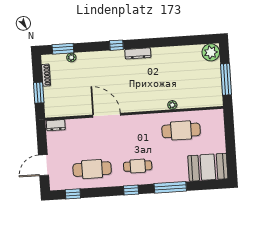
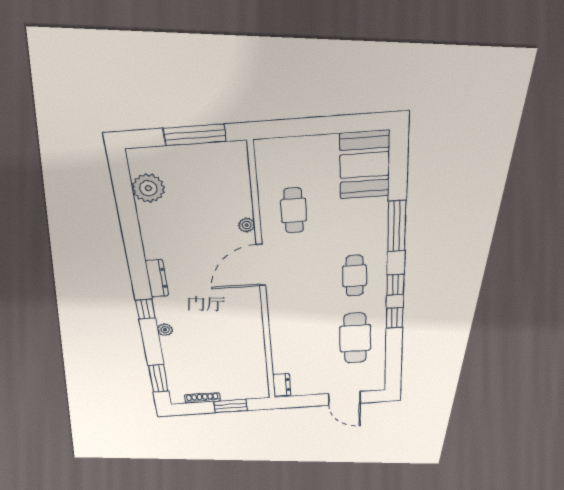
plant: (211, 52) -> (148, 188), moved
plant: (71, 57) -> (165, 330), moved
door: (107, 115) -> (261, 265), moved
cafe table: (181, 130) -> (294, 210), width x0.73, depth x0.74
window: (73, 194) -> (395, 318), moved

